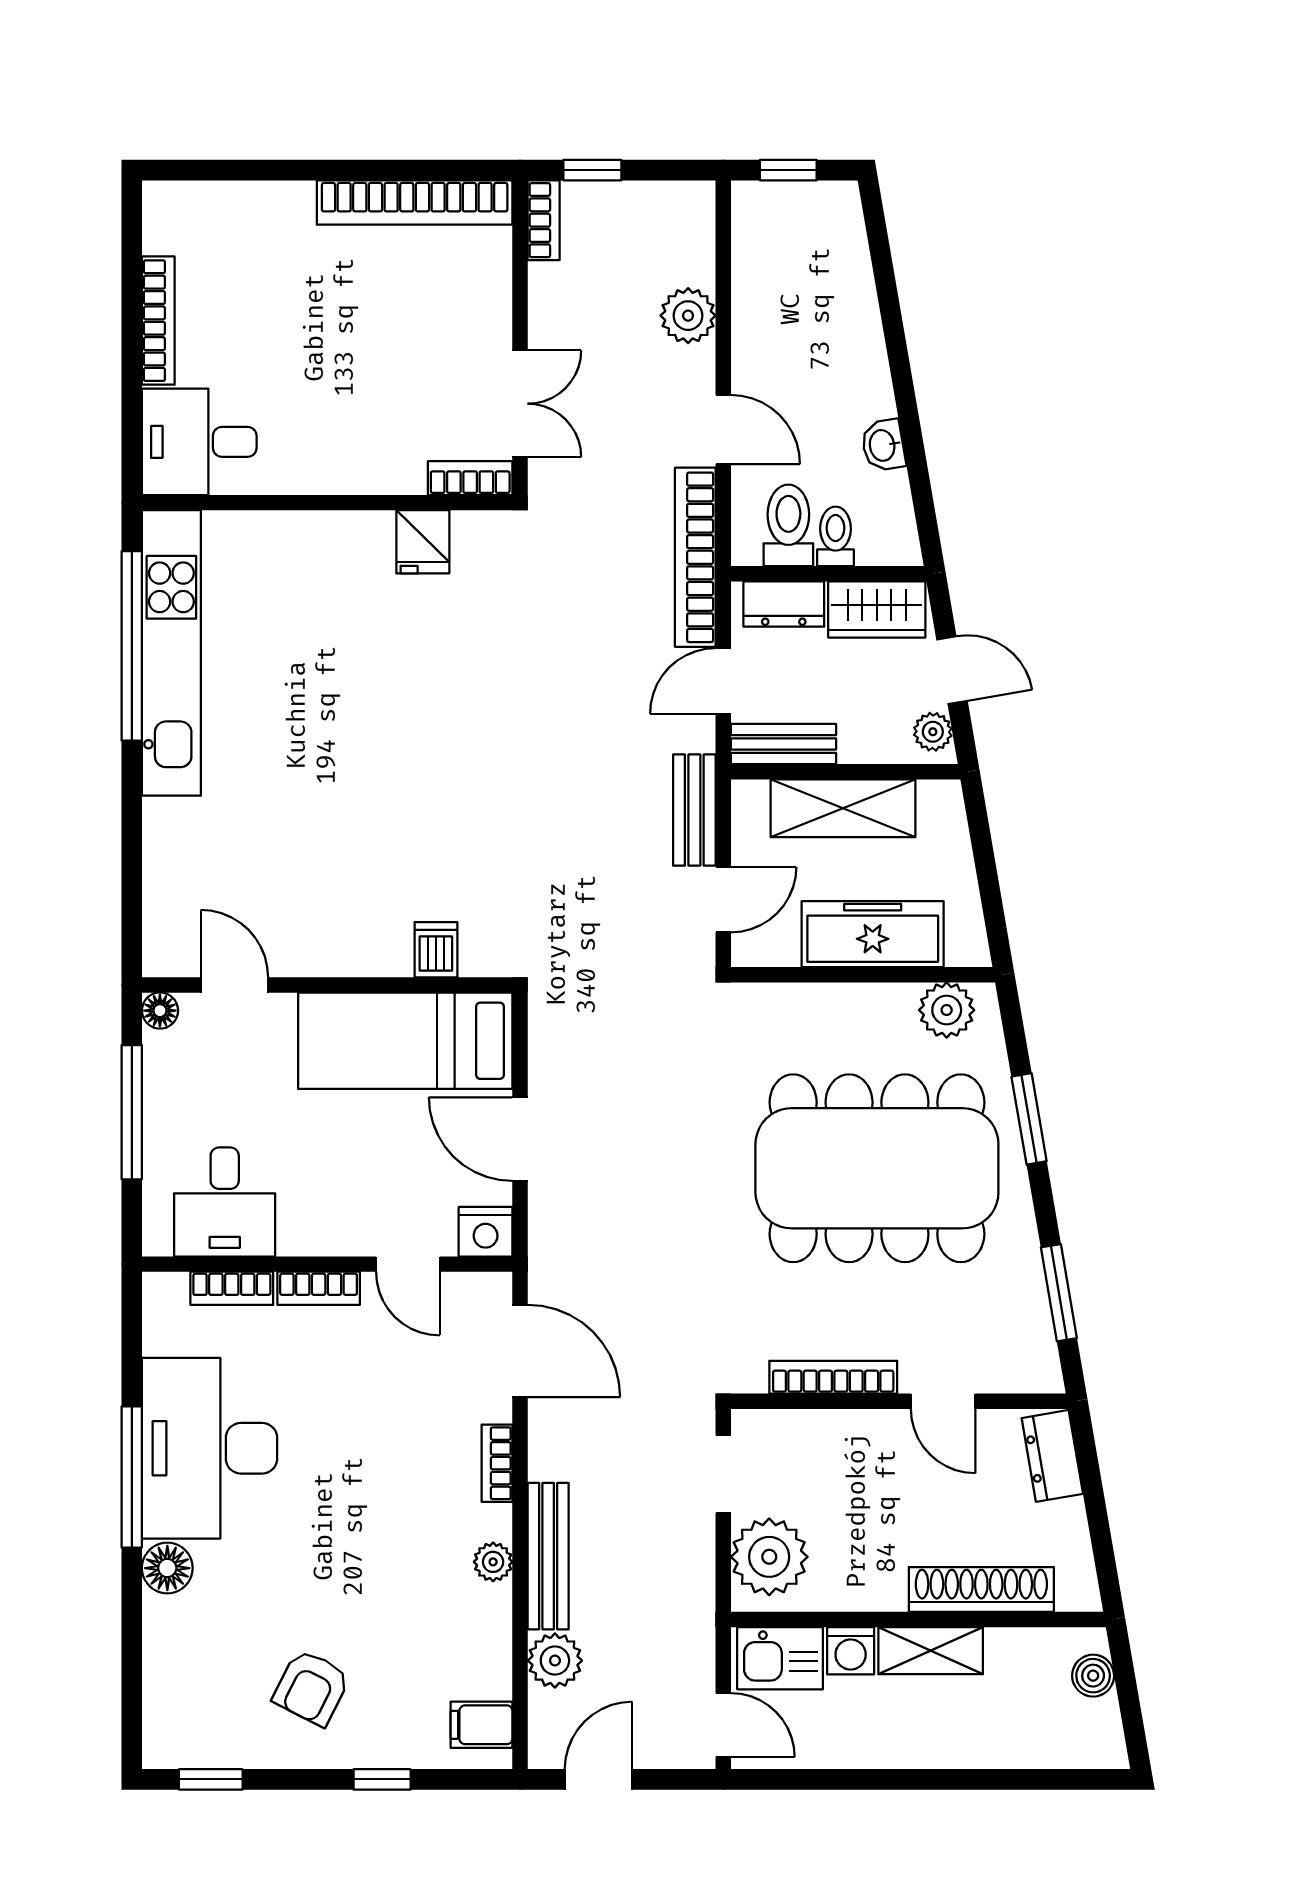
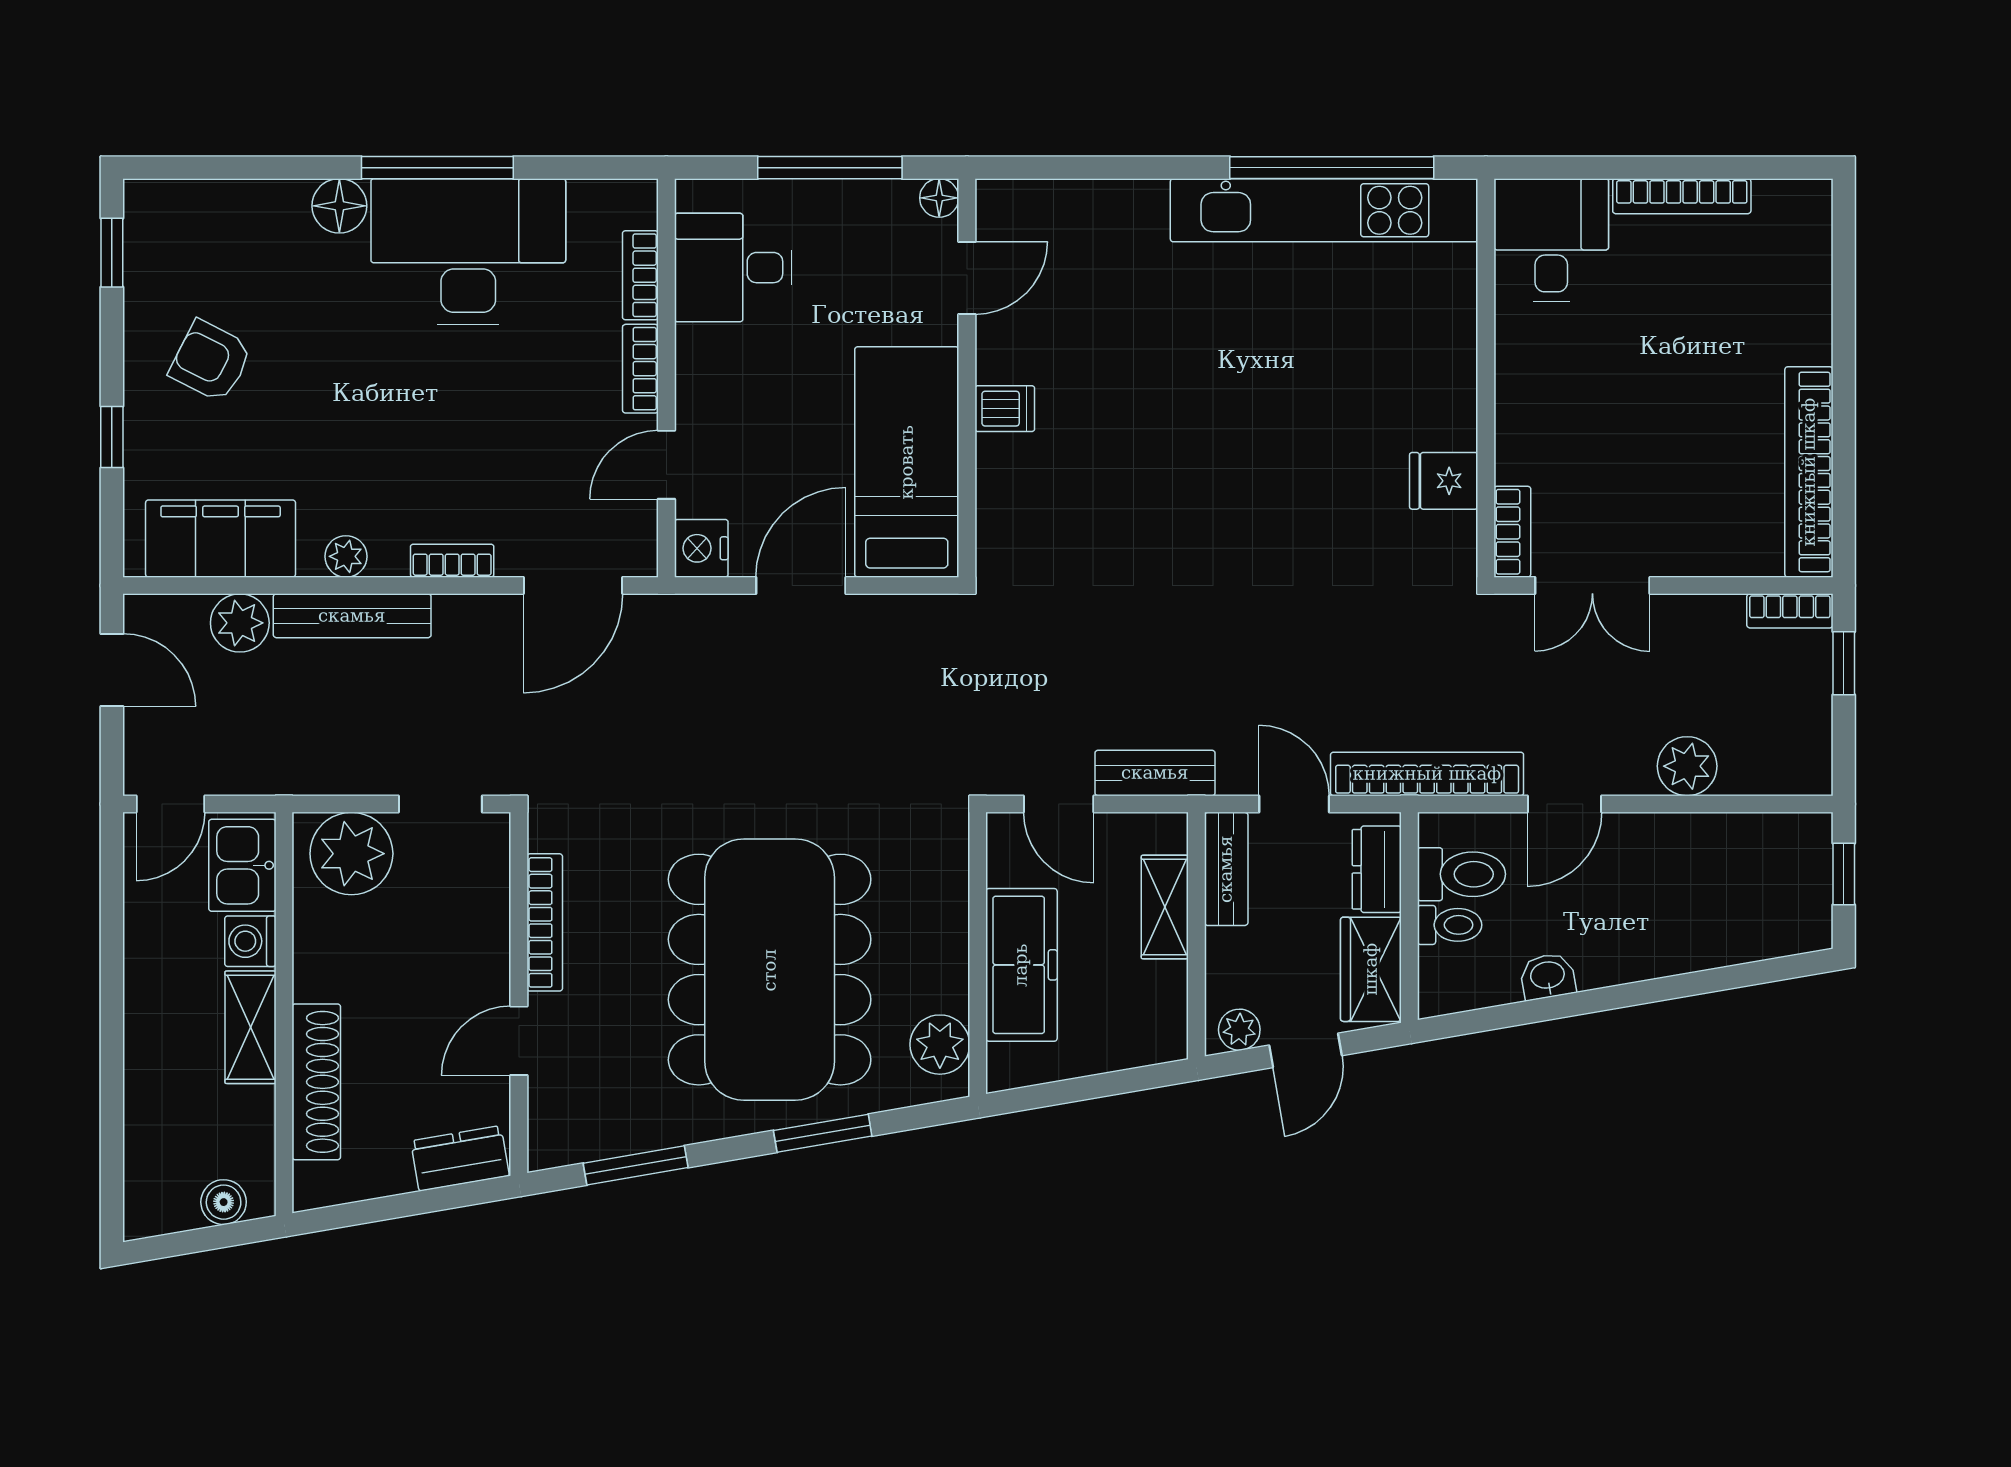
shelving: (843, 808) -> (1165, 907), width x0.67, depth x0.75
dishwasher: (436, 950) -> (1005, 409), moved
filing cabinet: (482, 1725) -> (221, 539), width x3.00, depth x1.17

